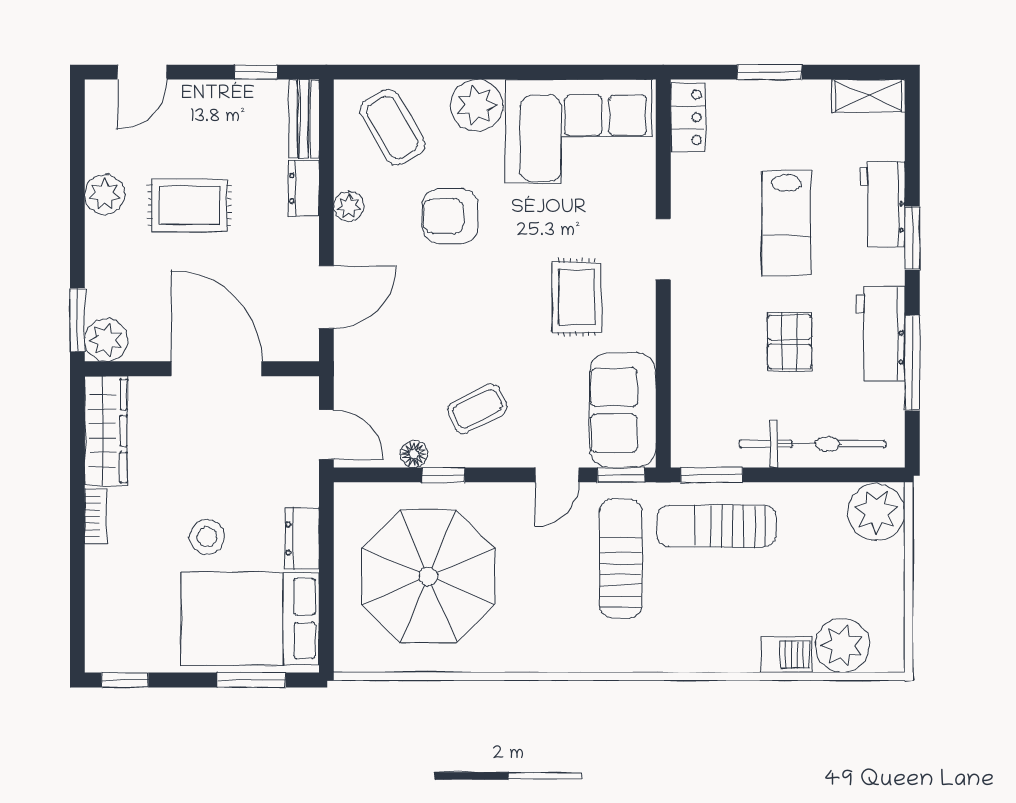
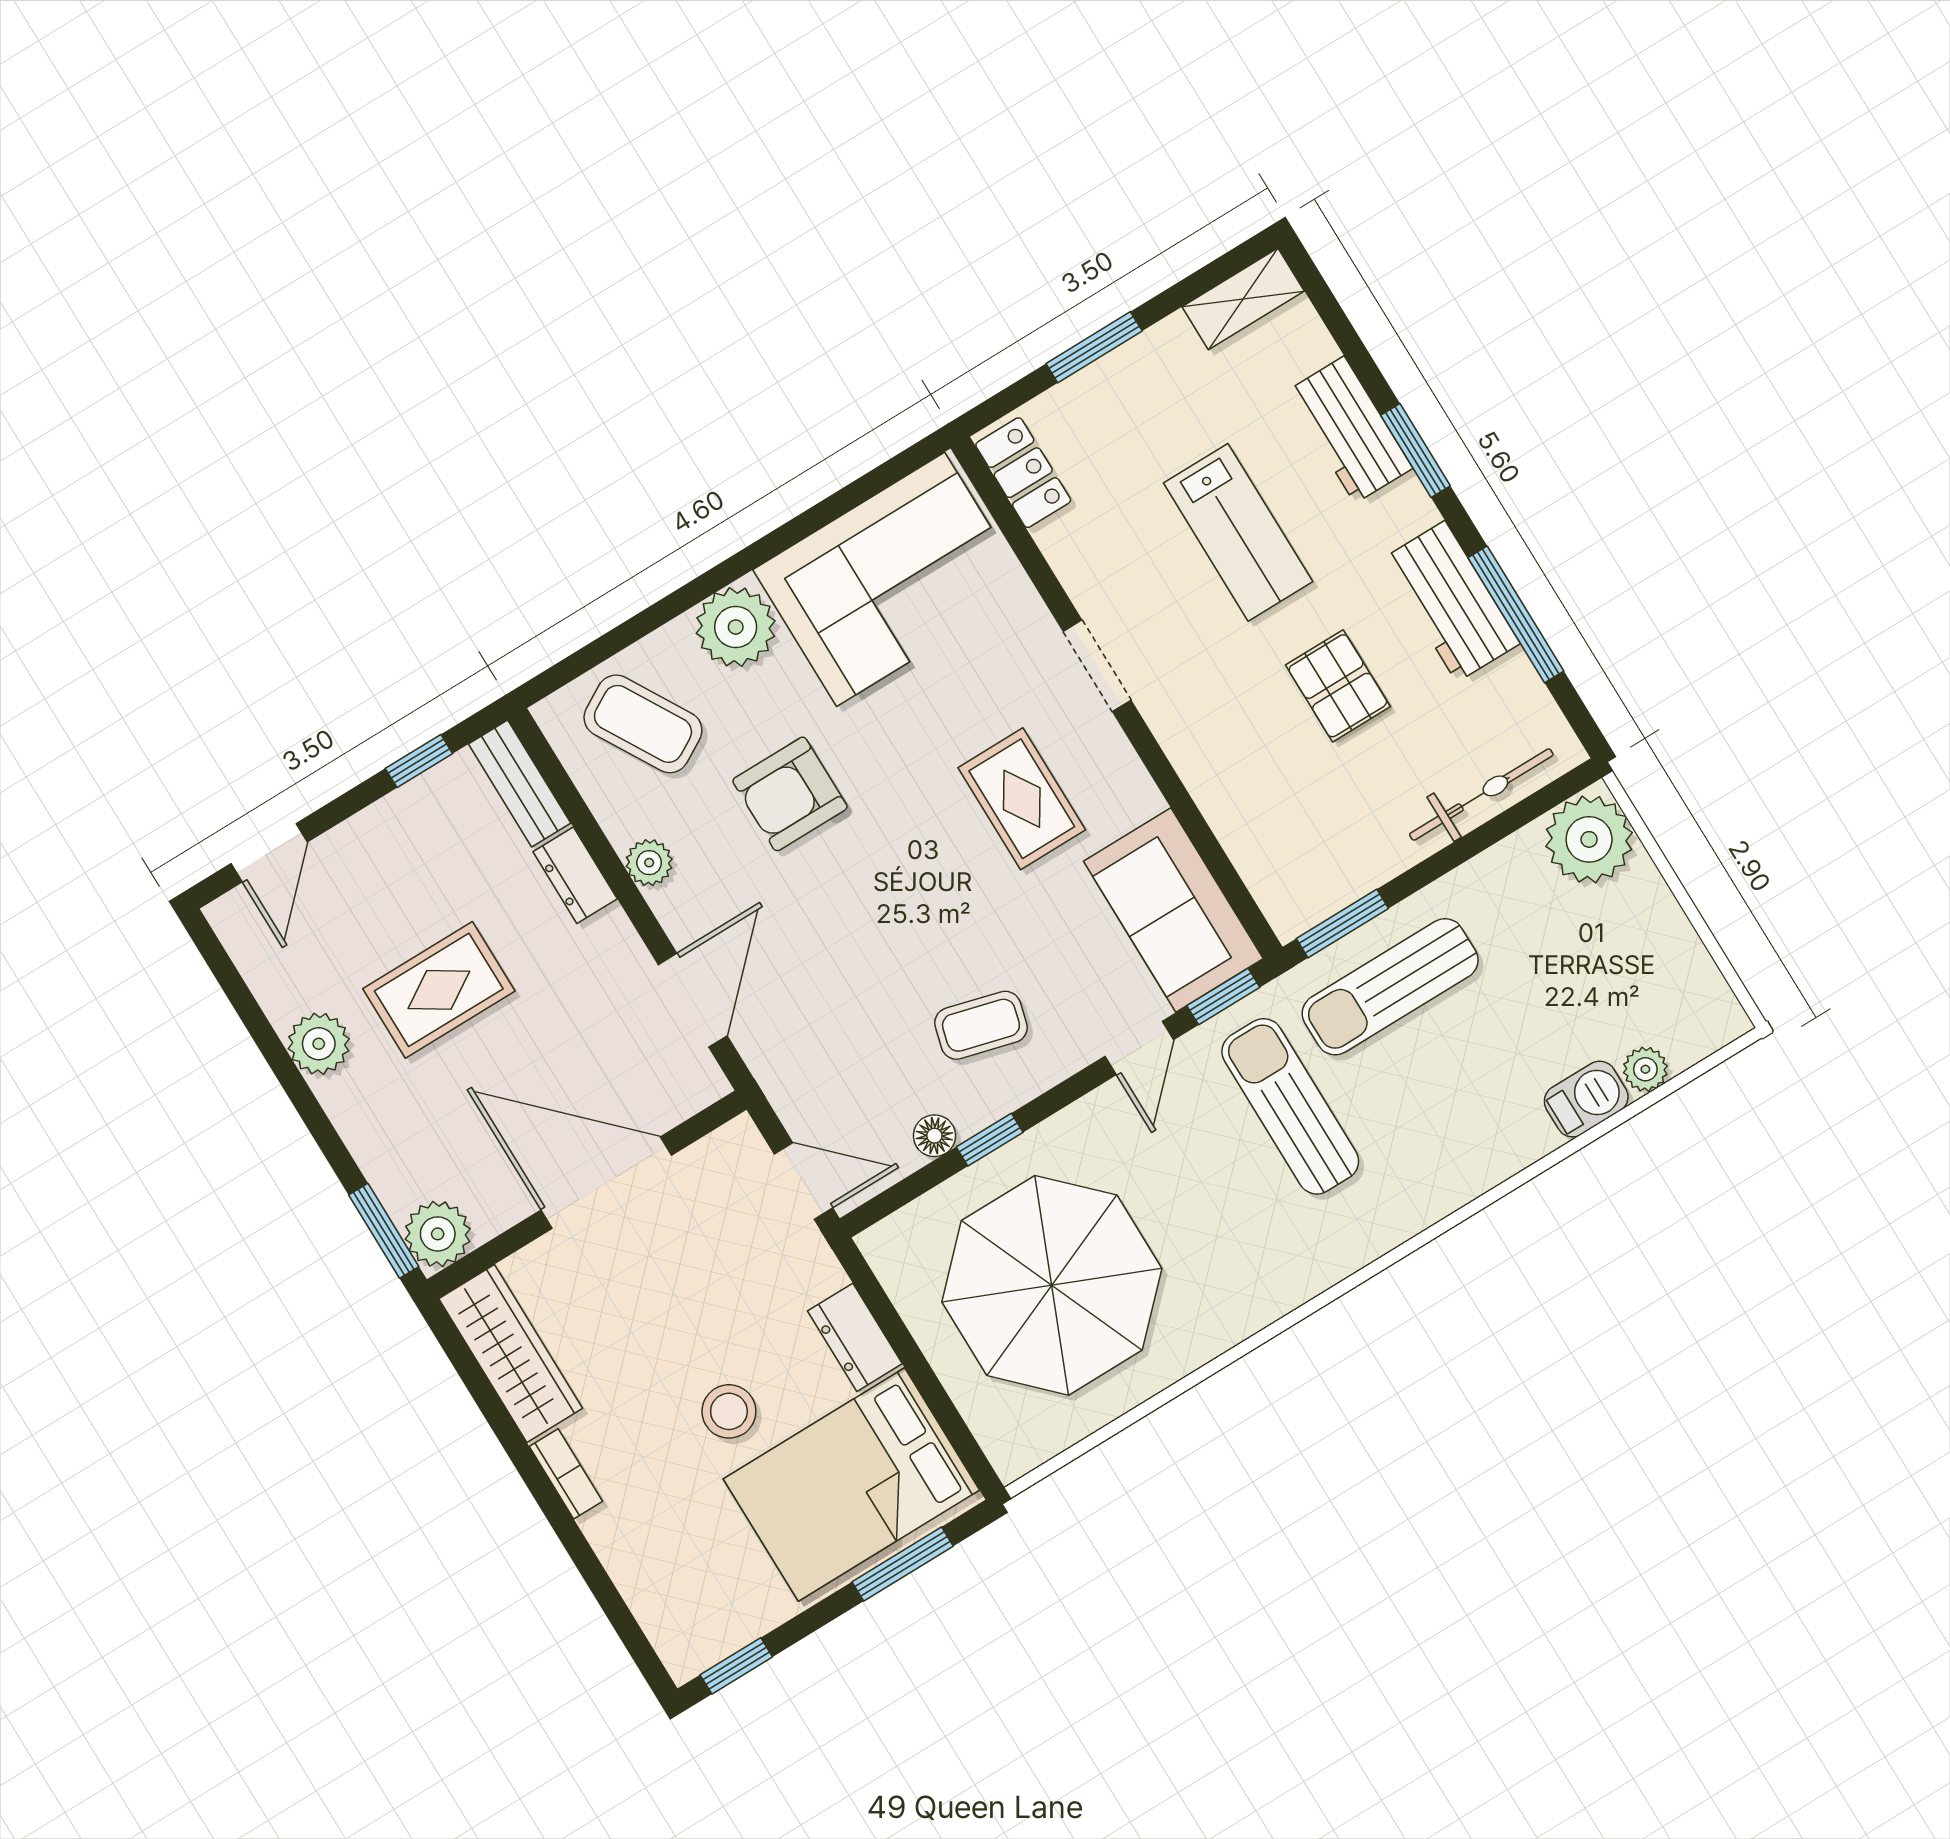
coffee table: (477, 409) -> (981, 1025), turned 42
bicycle: (813, 444) -> (1481, 795), width x0.73, depth x0.71
plant: (842, 645) -> (1645, 1069), width x0.53, depth x0.53

